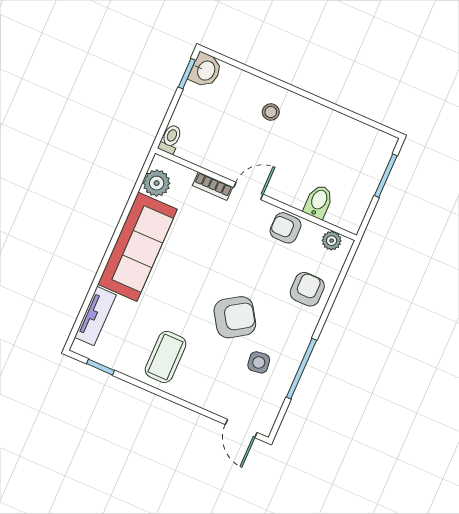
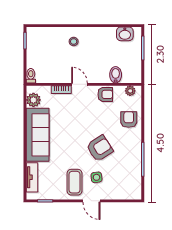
washbasin: (205, 70) -> (125, 34), moved, turned 90
door: (248, 191) -> (79, 84), hinge flipped
armchair: (286, 228) -> (105, 94), turned 180
side table: (259, 362) -> (96, 177), moved
door: (241, 428) -> (92, 201), moved

